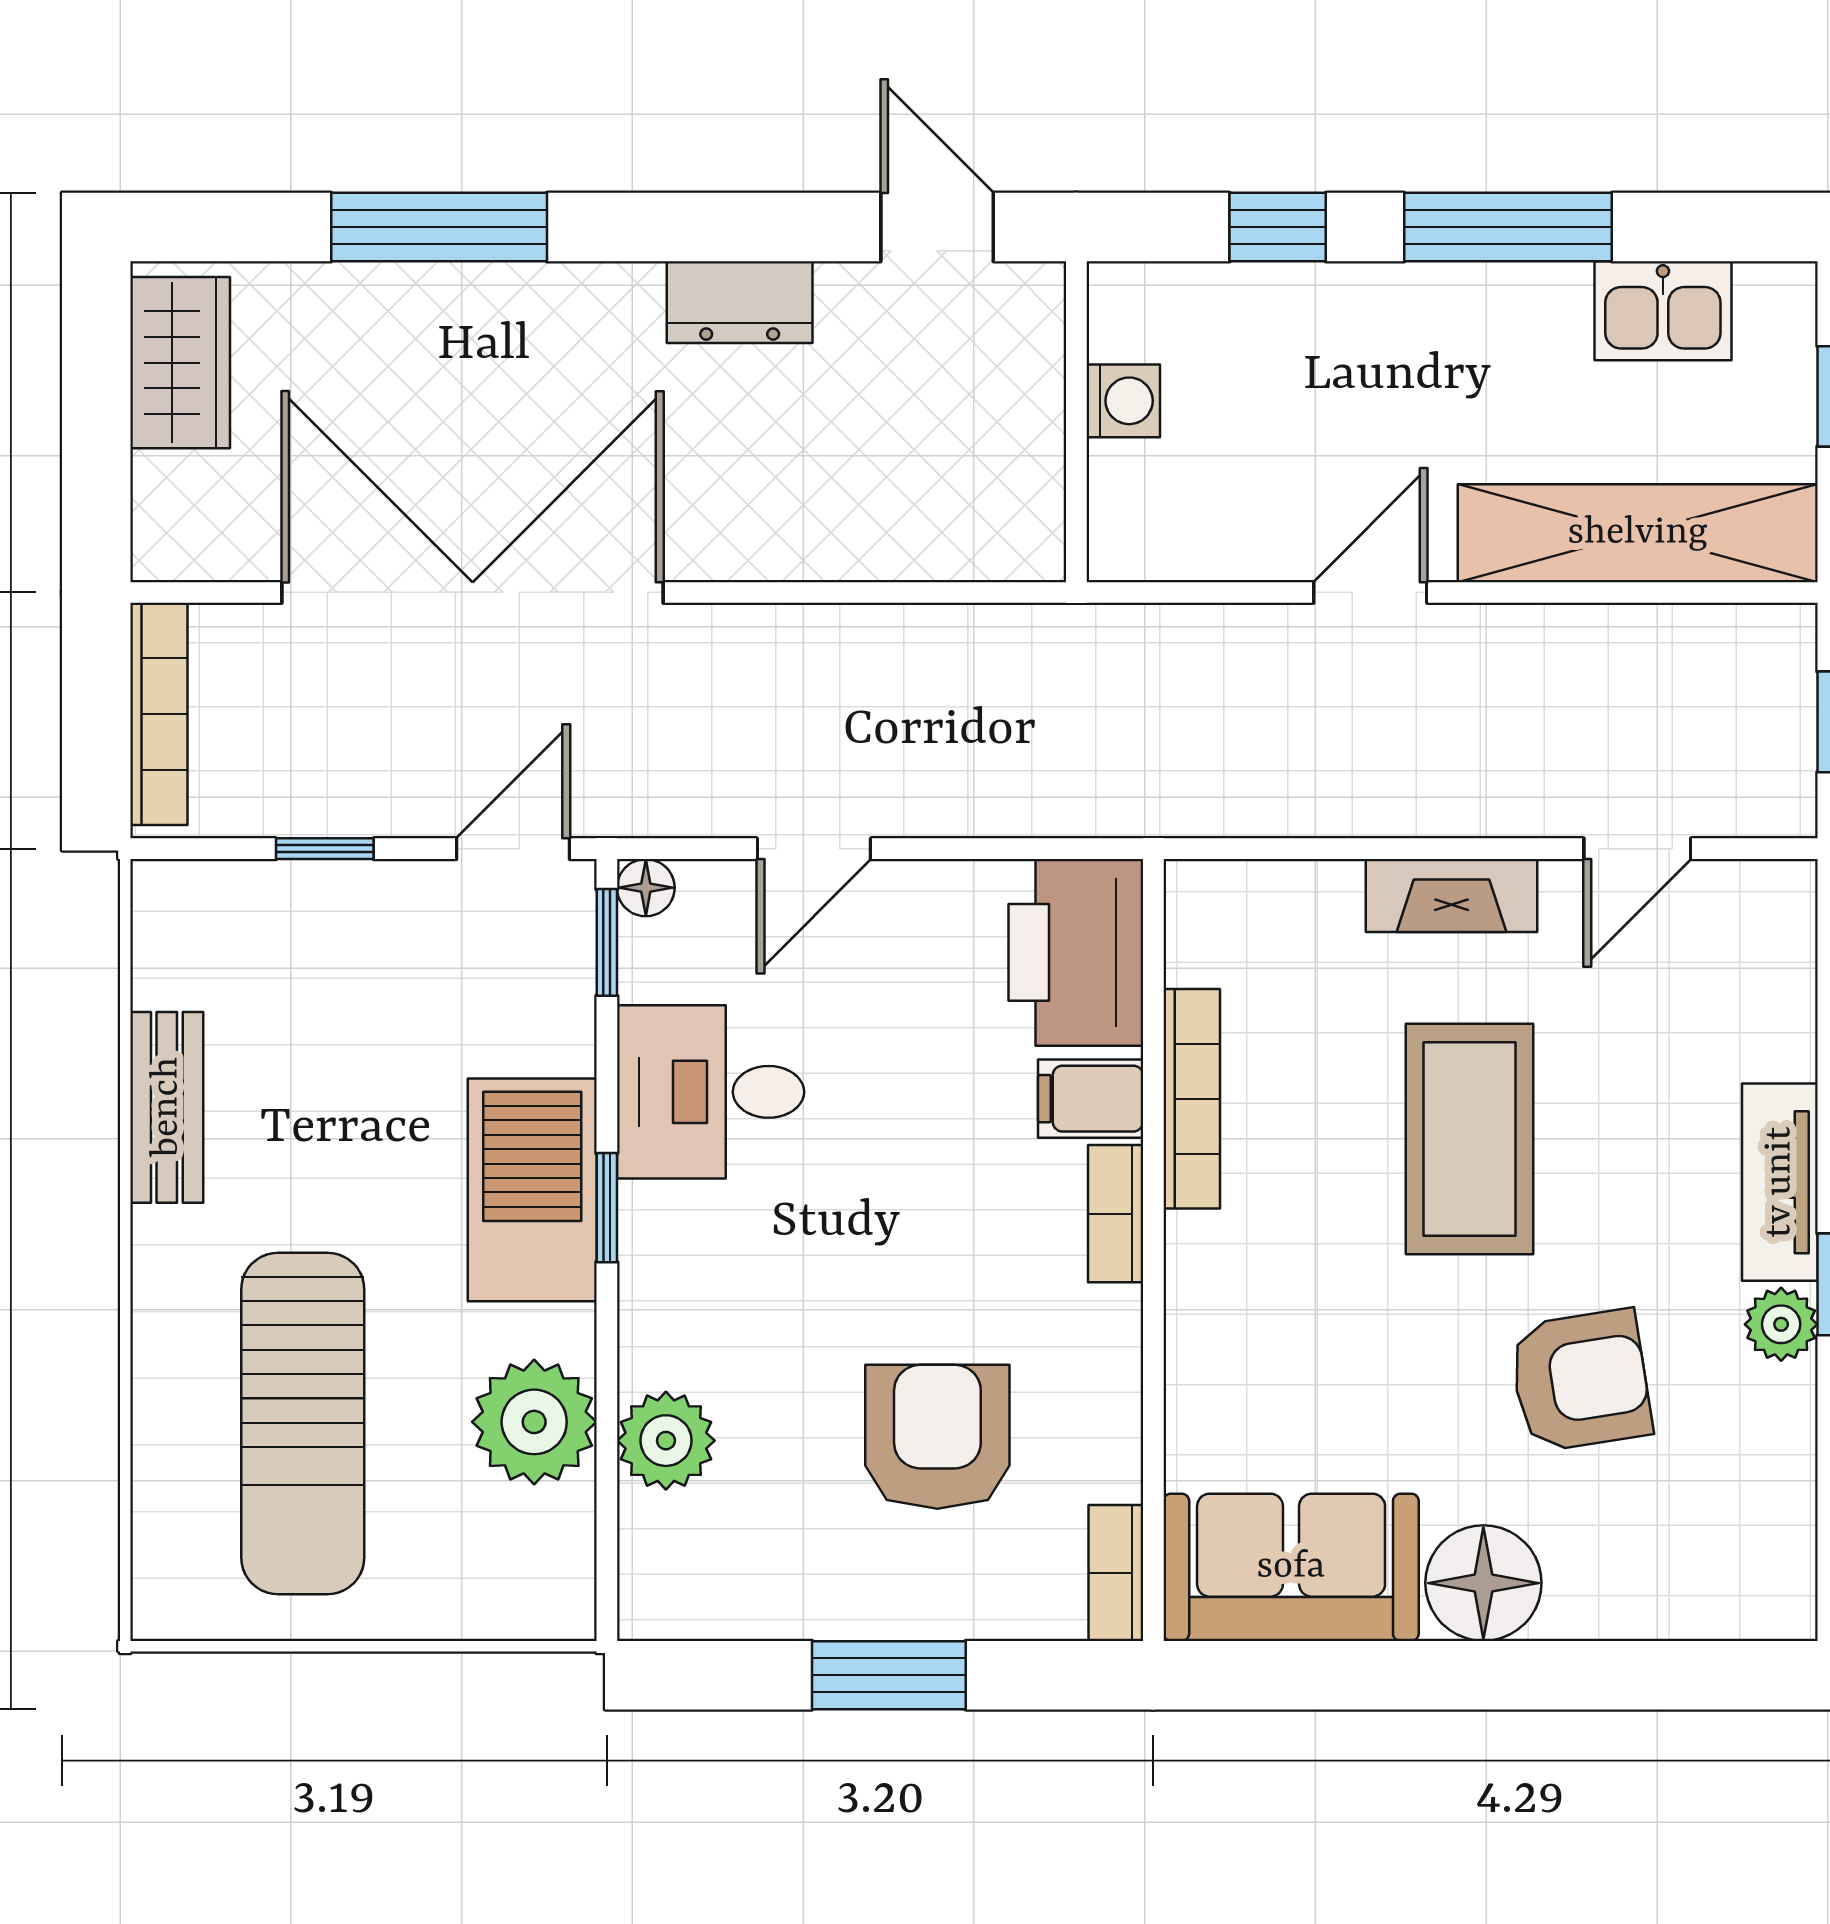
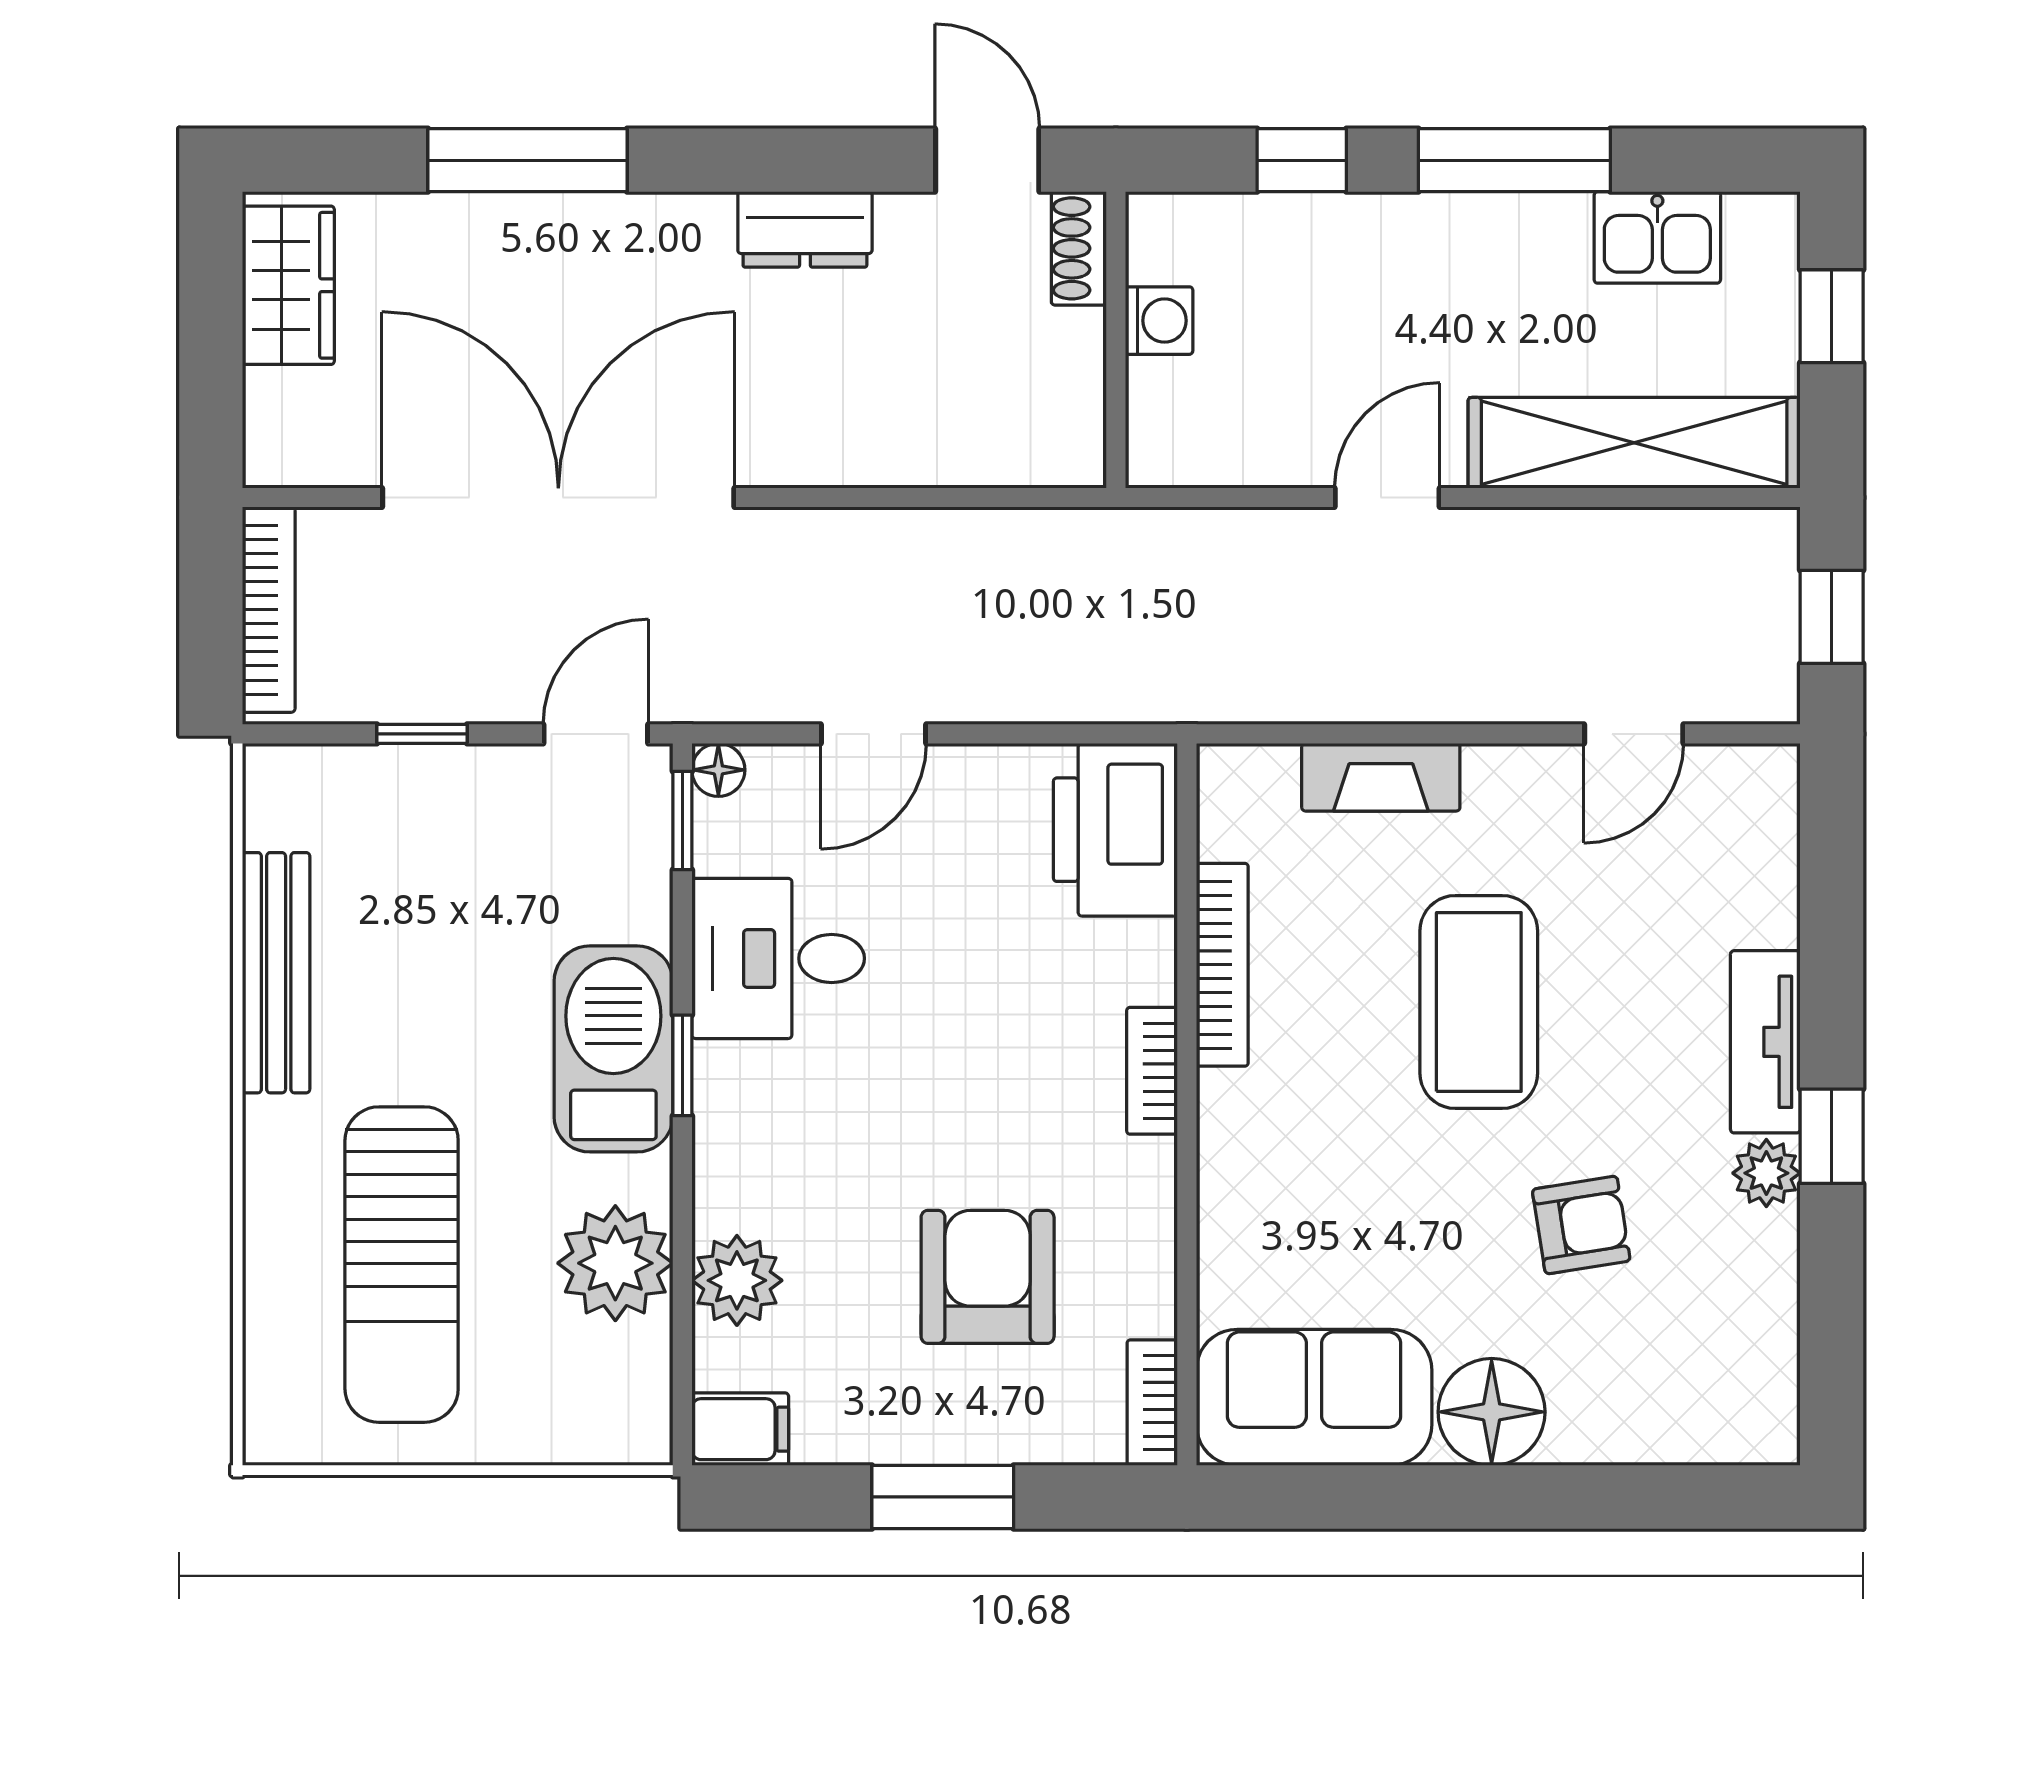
shoe rack: (1036, 323) -> (1079, 248), added
fireplace: (1451, 896) -> (1381, 777), moved
filing cabinet: (1091, 1099) -> (740, 1429), moved, turned 180
bench: (167, 1107) -> (276, 973), width x1.36
armchair: (1580, 1381) -> (1581, 1225), width x0.72, depth x0.72

